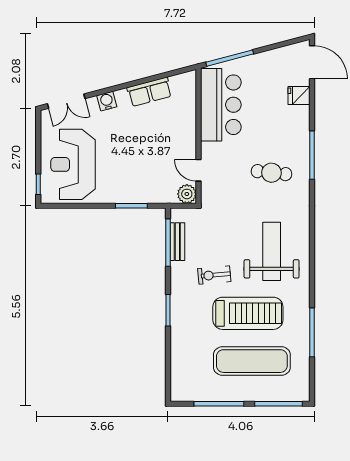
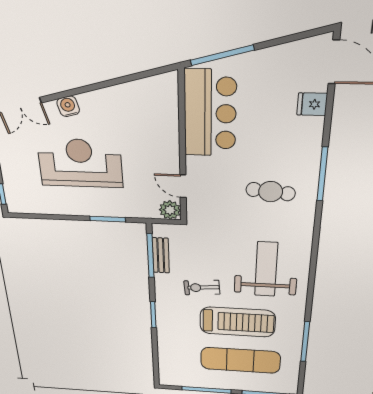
row of seats: (149, 92) -> (120, 96), removed
reception desk: (73, 164) -> (80, 163), moved, turned 90

